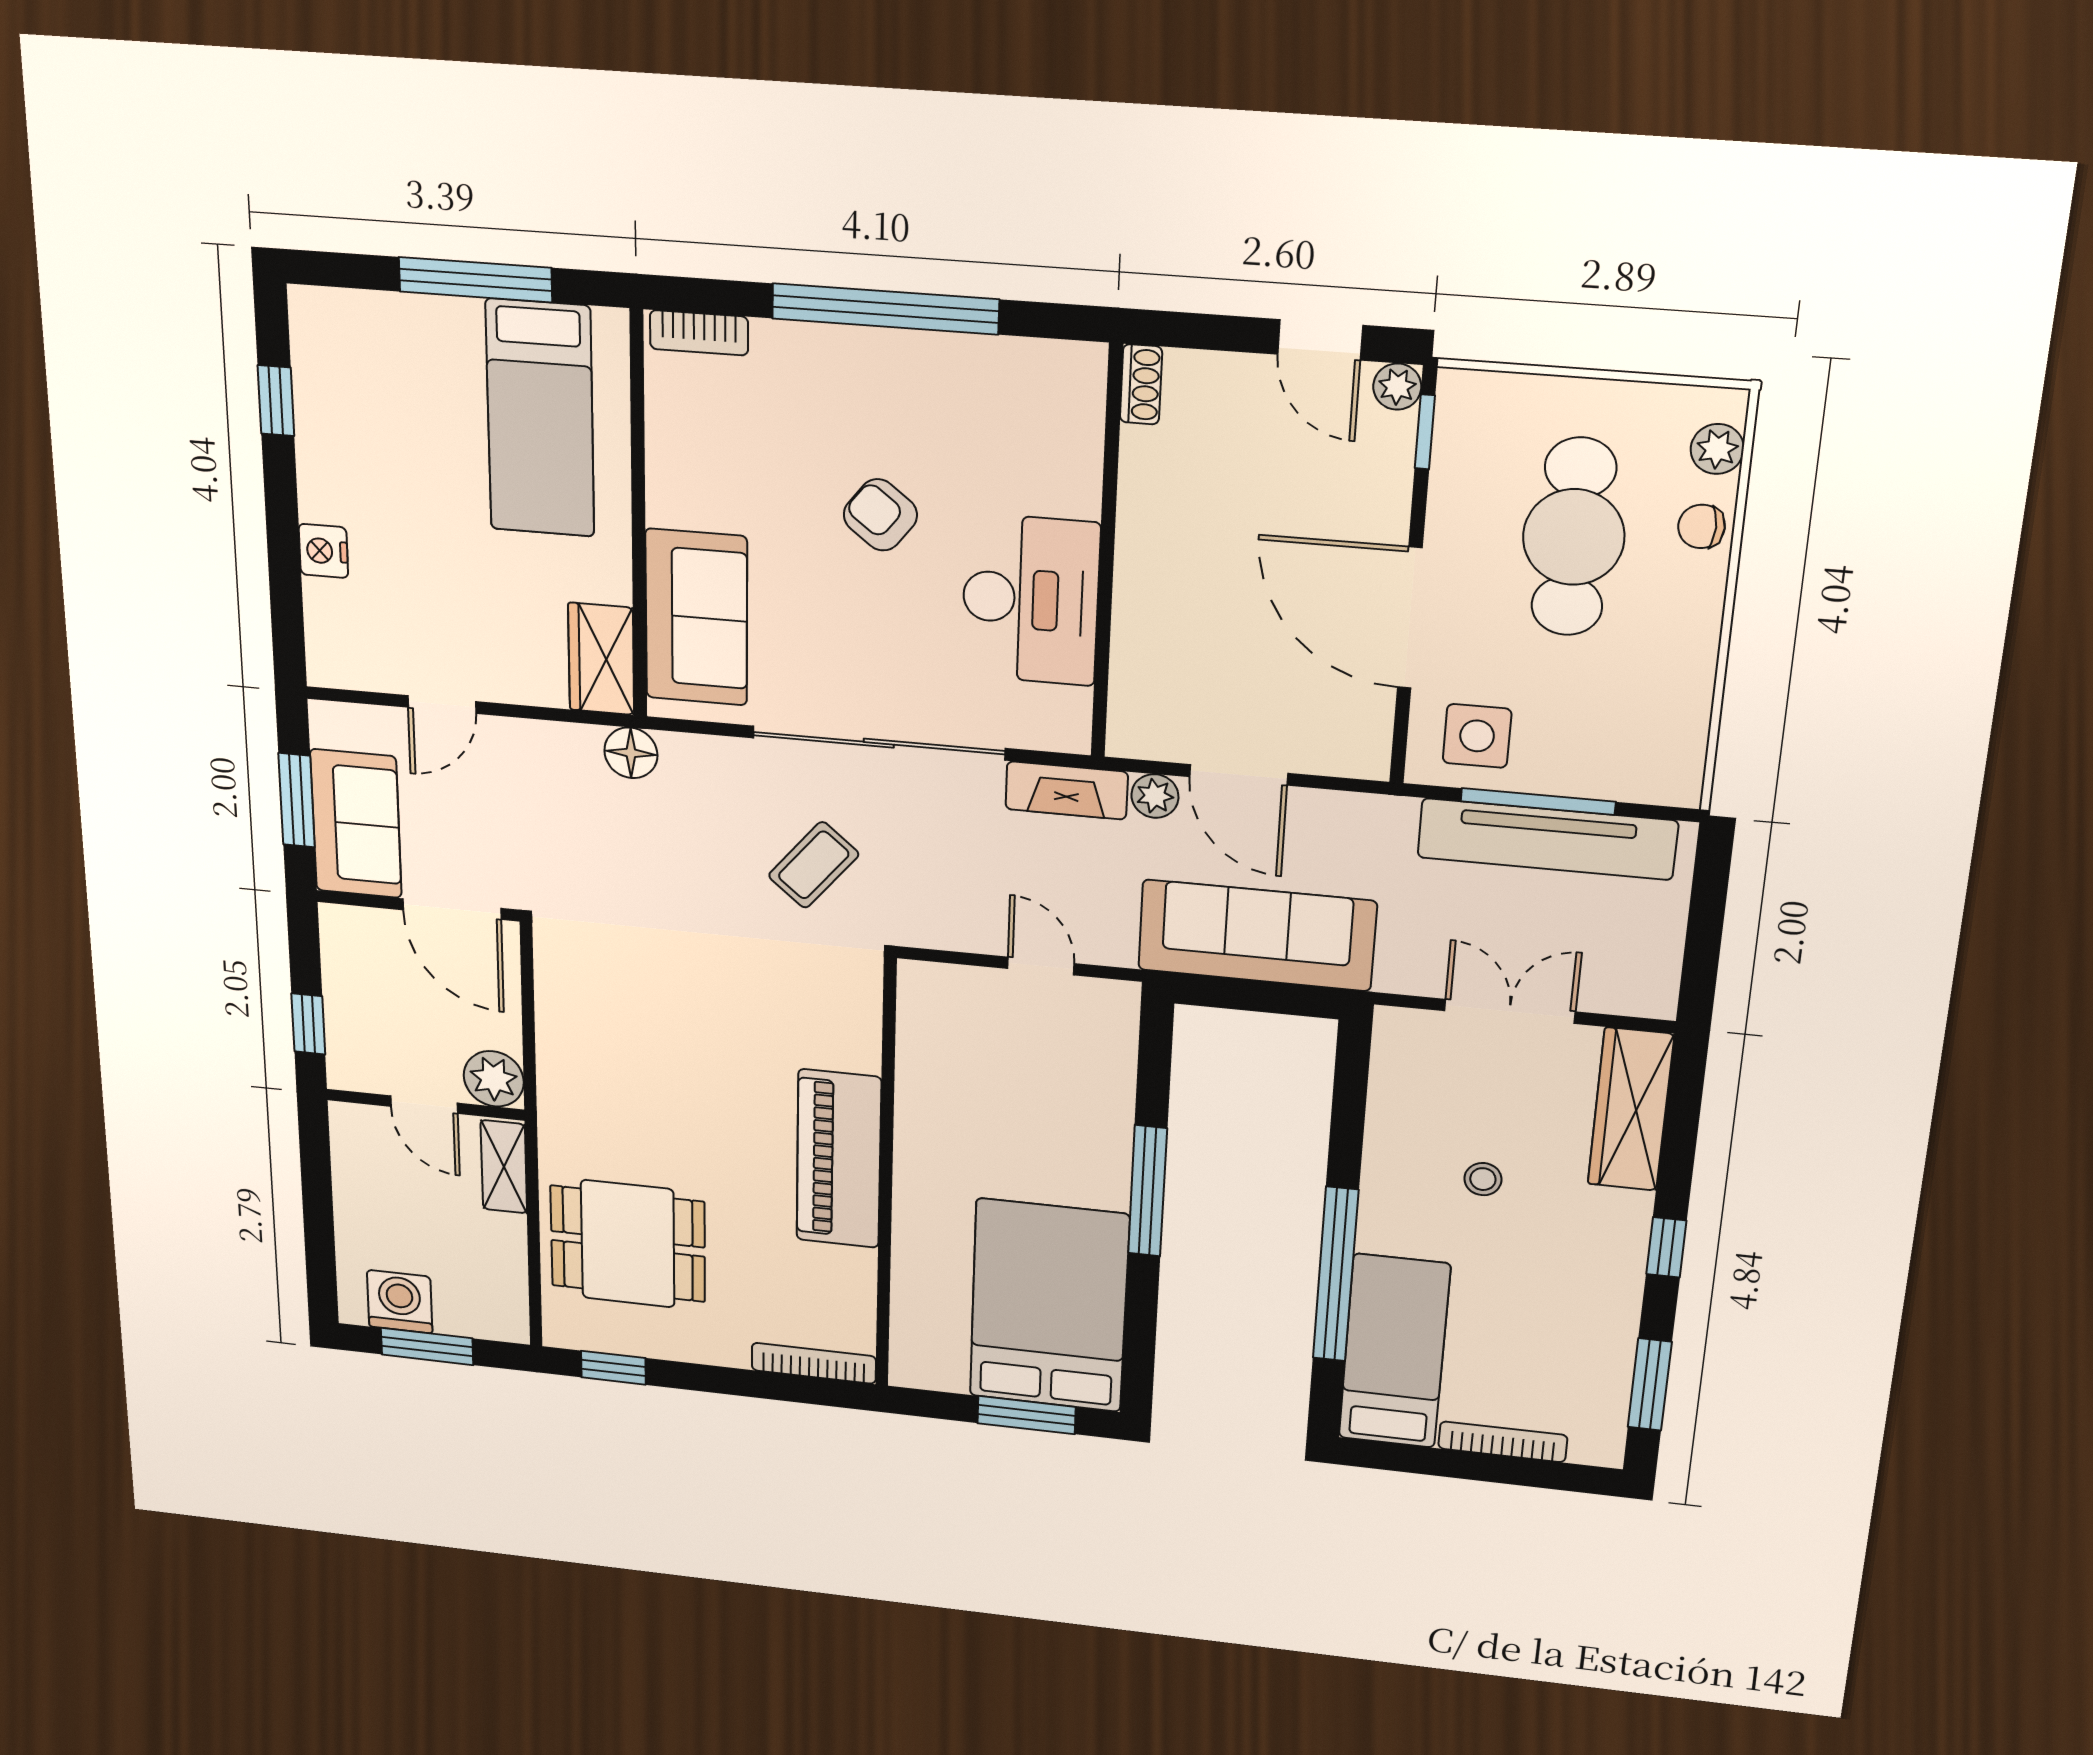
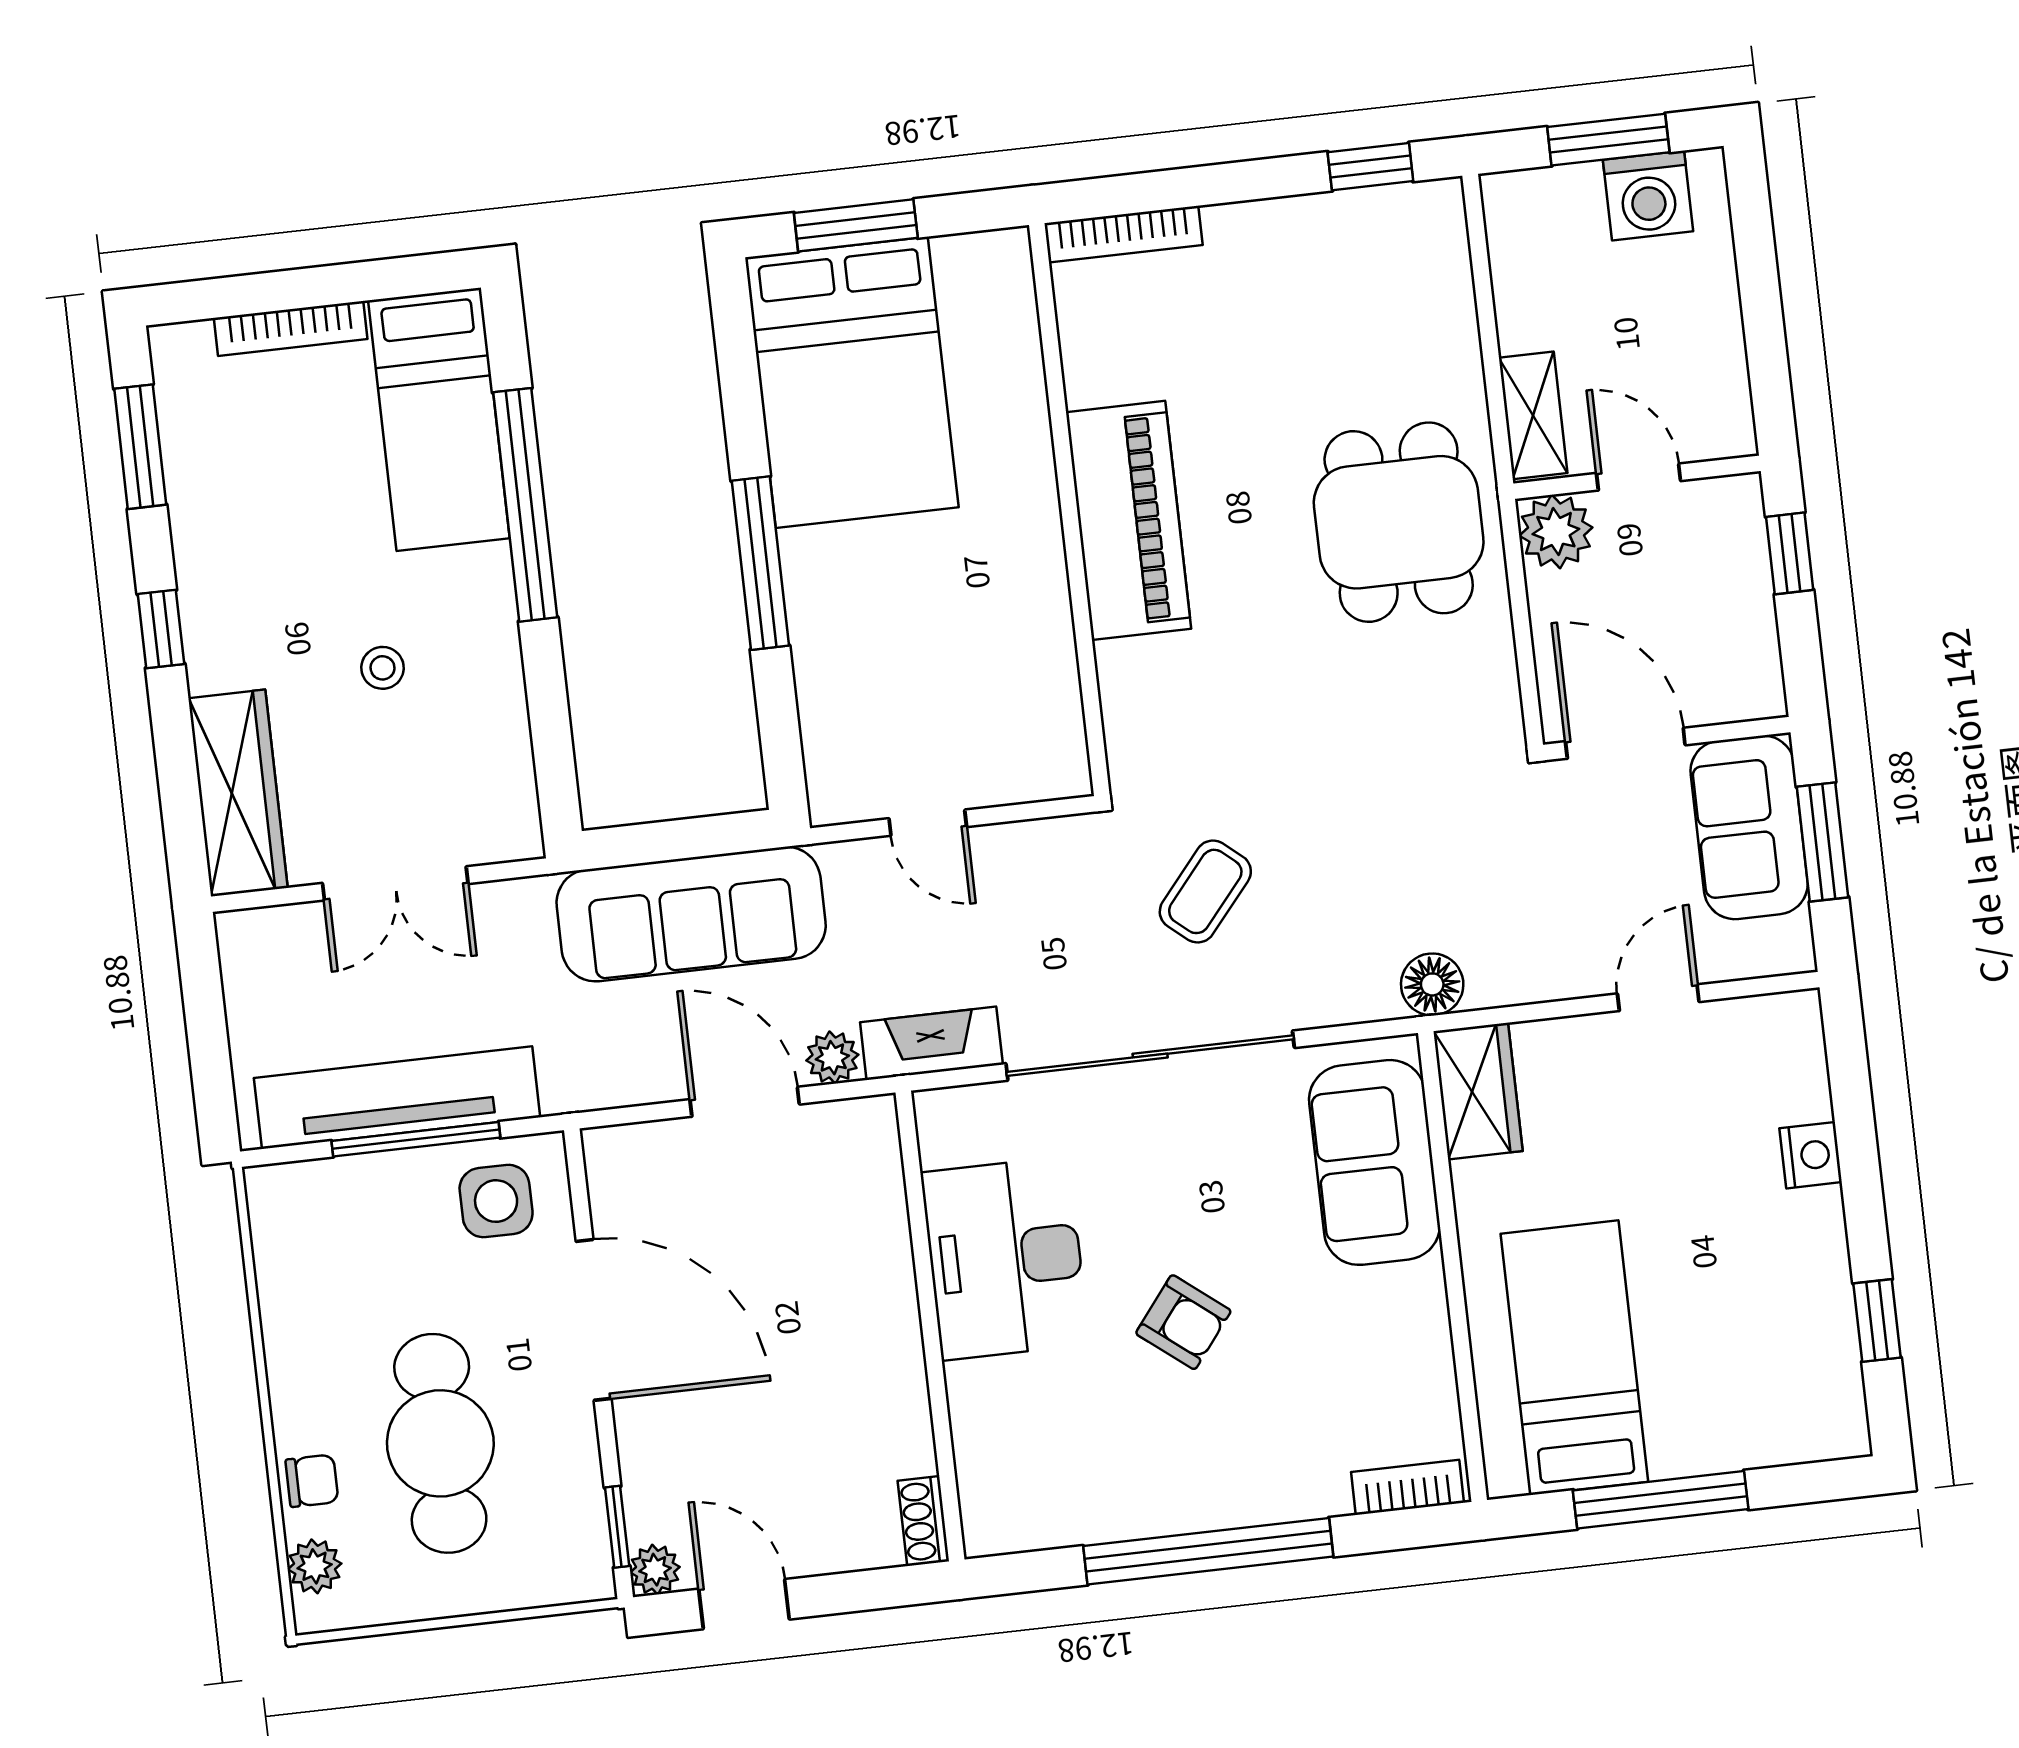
dining table: (628, 1244) -> (1399, 522), moved, turned 90

